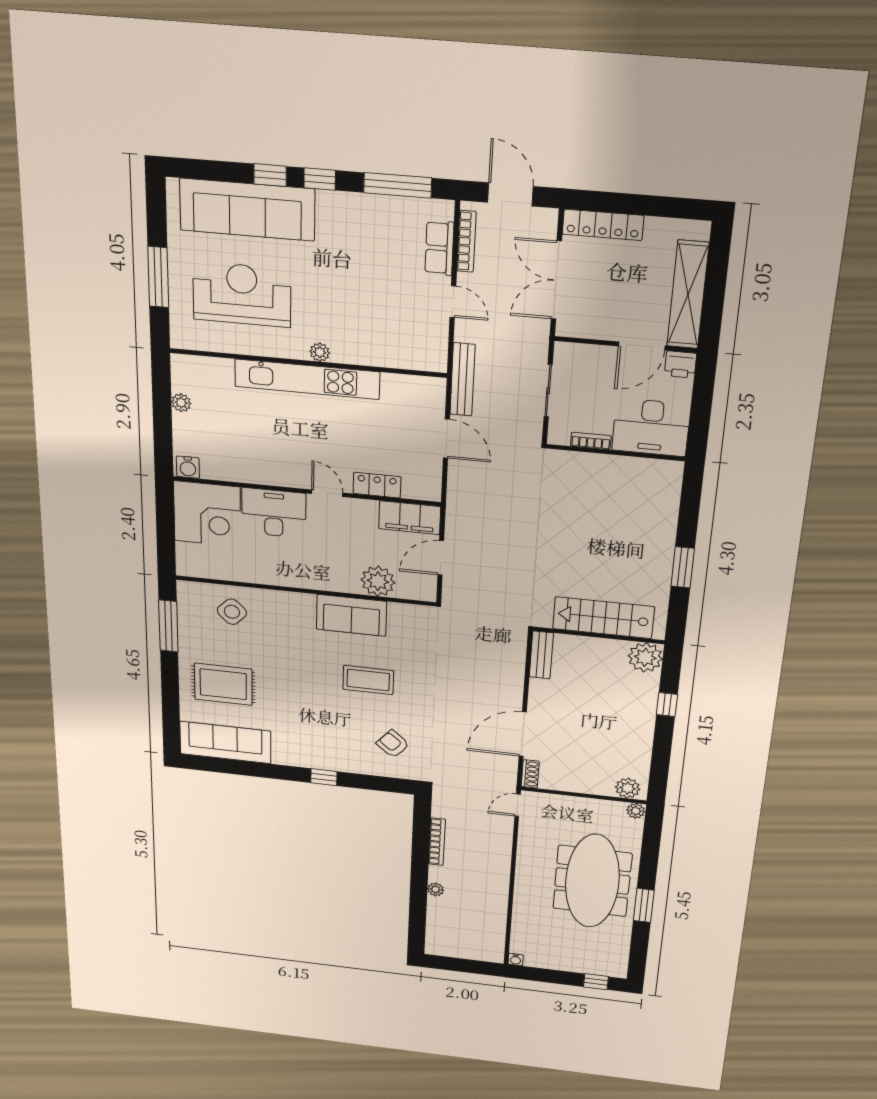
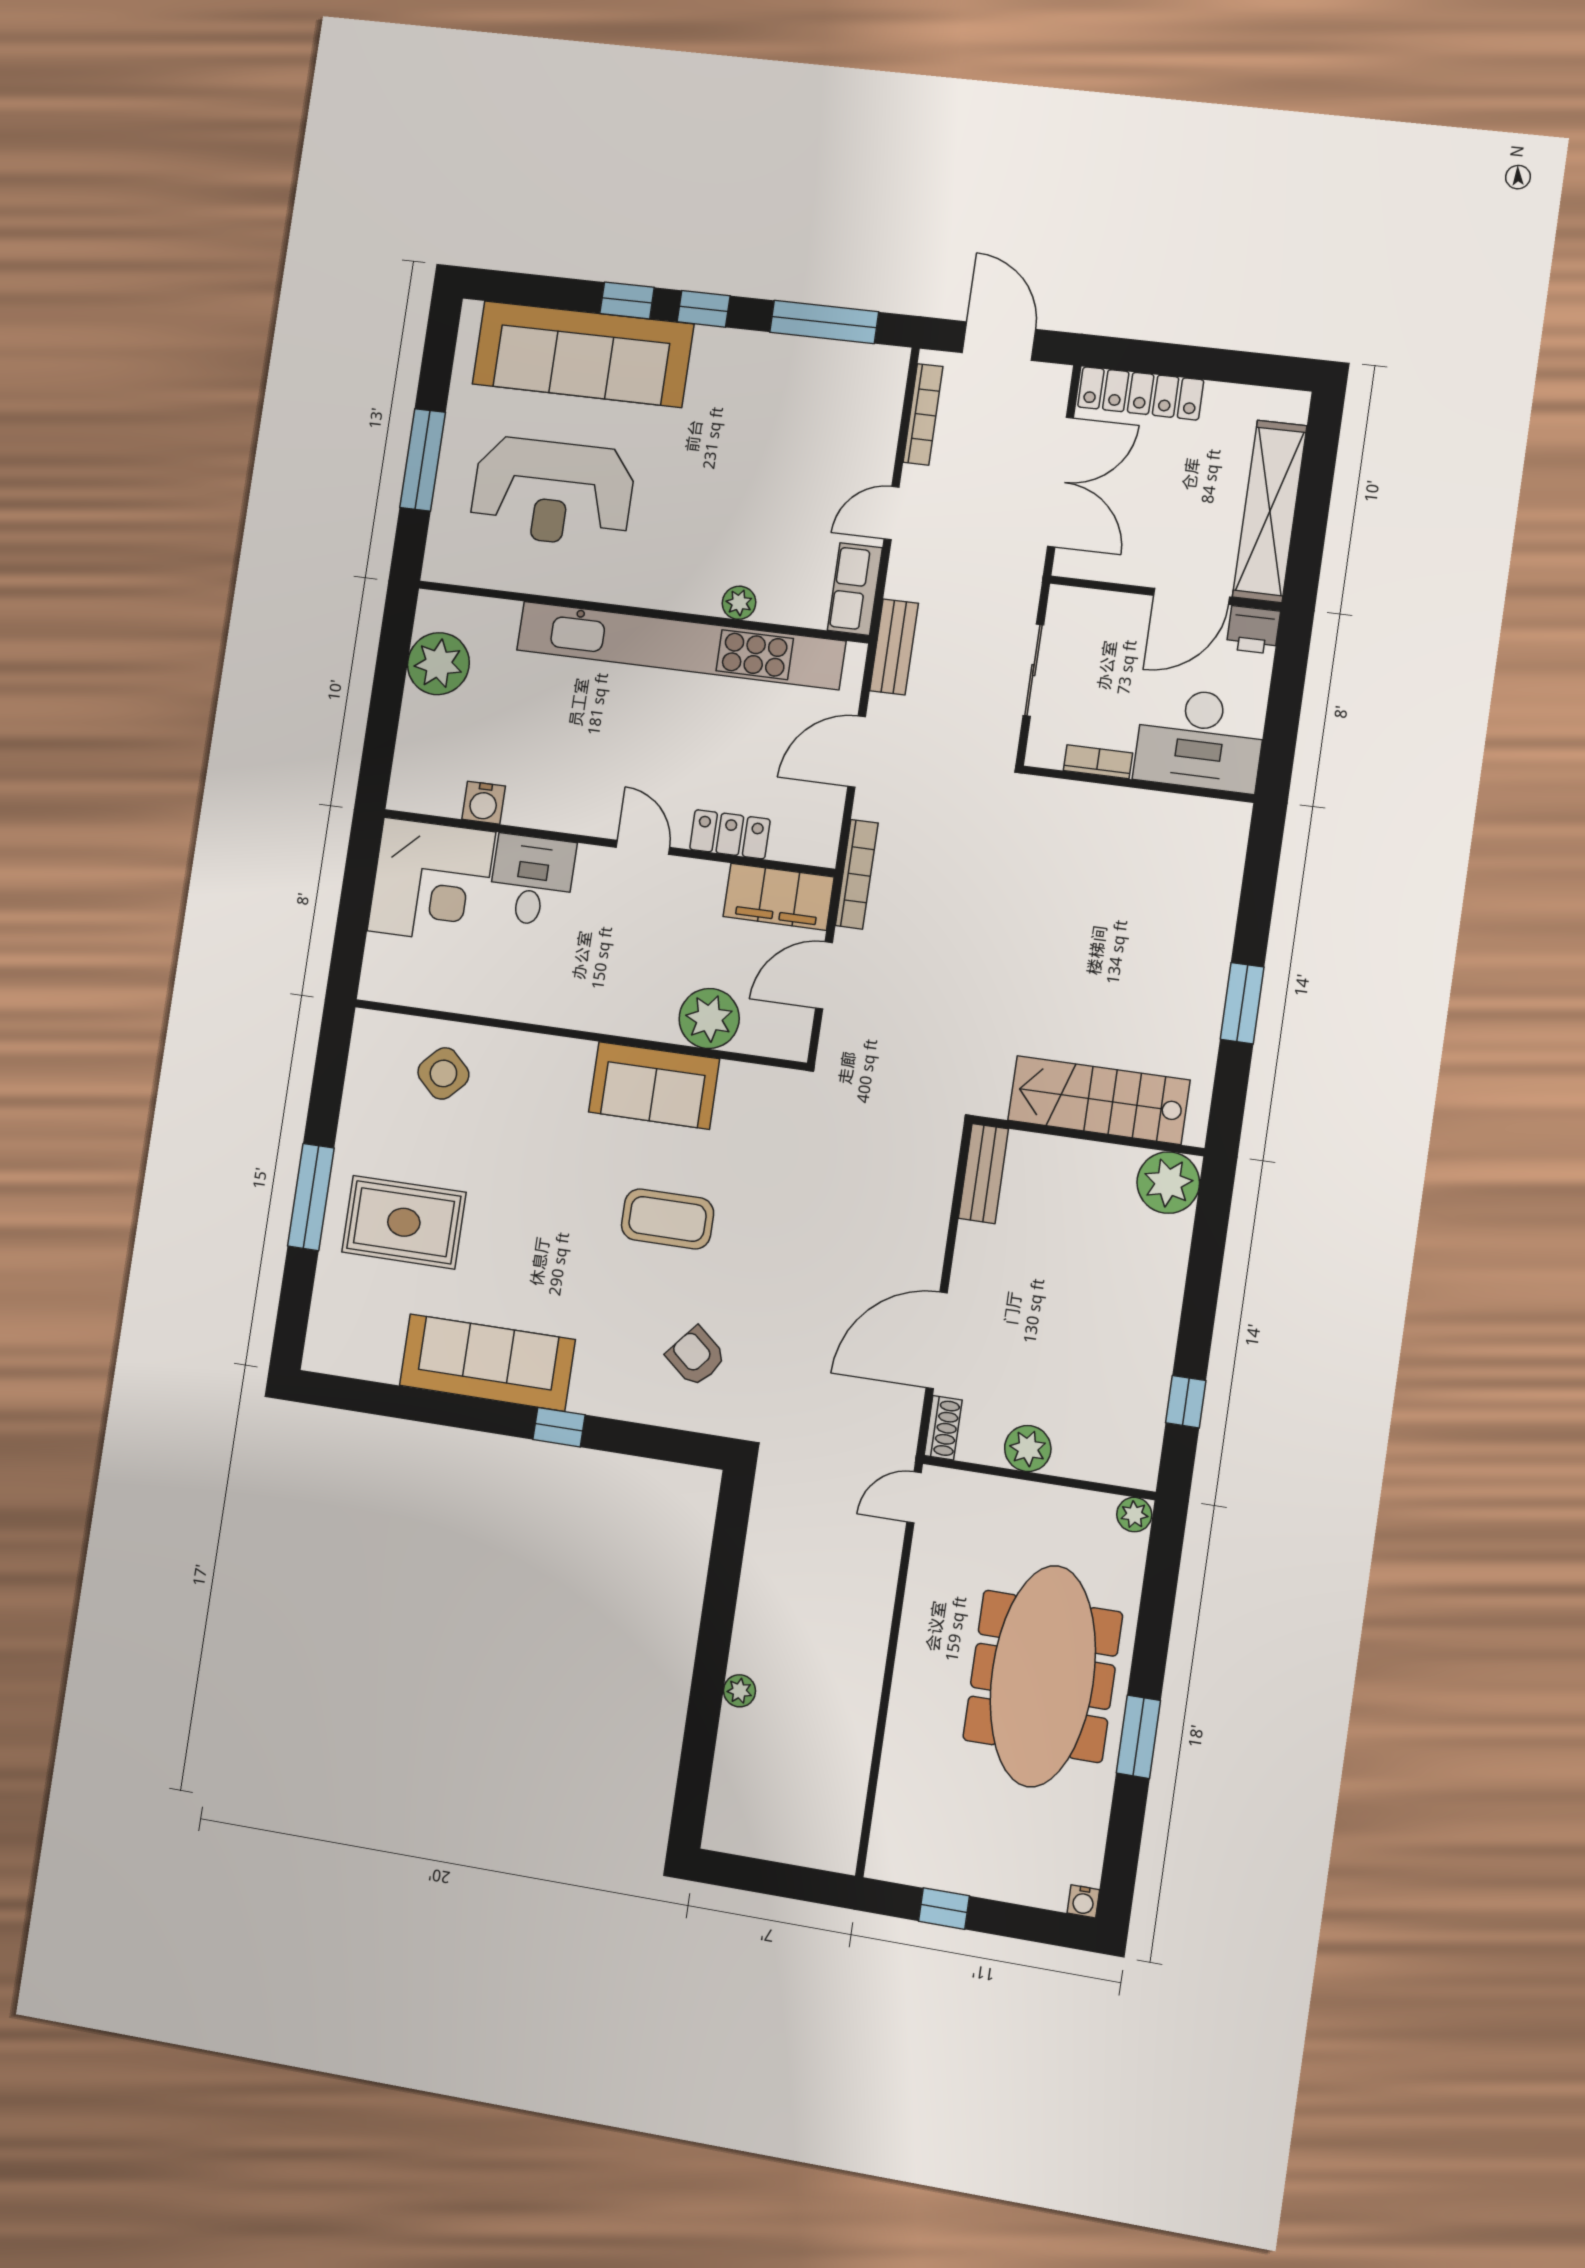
row of seats: (439, 248) -> (855, 589), moved
double door: (556, 280) -> (1061, 482), swing flipped
reception desk: (242, 294) -> (553, 492), turned 180
door: (453, 302) -> (891, 513), swing flipped
plant: (320, 352) -> (739, 603), moved
kitchen unit: (307, 379) -> (680, 645), width x1.36
bench: (463, 379) -> (894, 647), width x0.73
plant: (181, 403) -> (438, 664), width x1.88, depth x1.88
door: (446, 439) -> (857, 752), swing flipped
water cooler: (188, 467) -> (484, 803), moved
desk: (274, 513) -> (532, 880), width x0.73
window: (168, 626) -> (311, 1197), moved
window: (667, 705) -> (1186, 1402), moved
sofa: (225, 742) -> (487, 1363), moved
plant: (628, 788) -> (1028, 1448), moved
bookcase: (437, 842) -> (857, 874), moved
water cooler: (516, 960) -> (1083, 1901), moved
window: (596, 982) -> (944, 1909), moved

